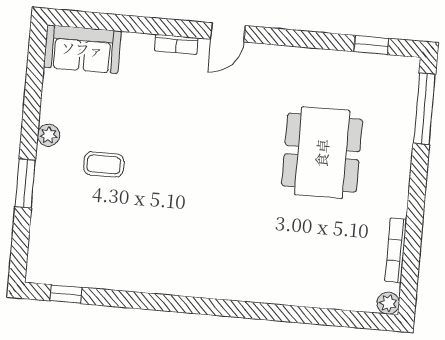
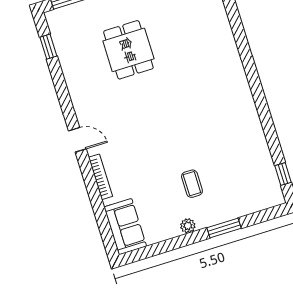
bookcase: (176, 44) -> (100, 177), width x1.56
dining table: (322, 153) -> (128, 50), width x0.73

